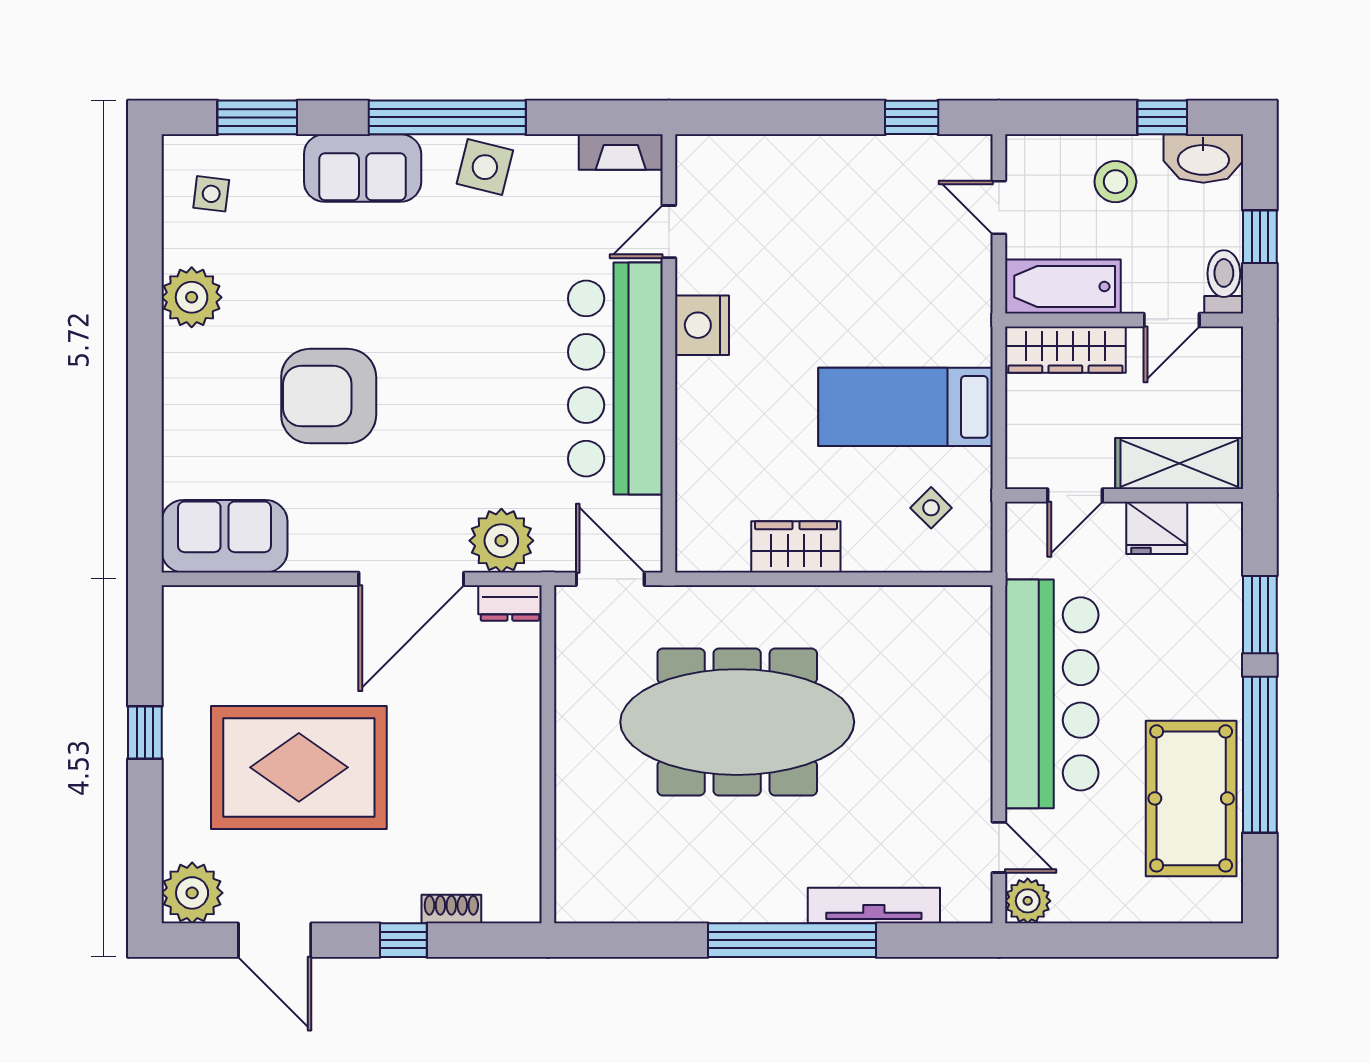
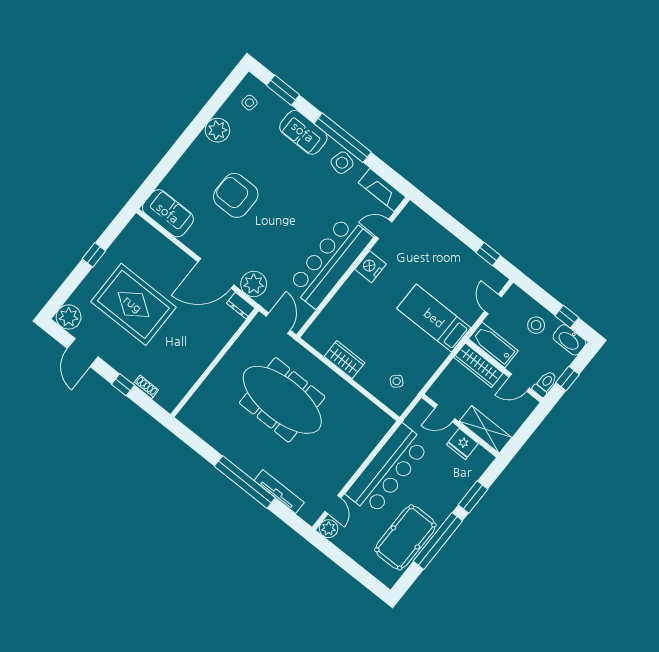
fireplace: (621, 152) -> (382, 190), width x1.37, depth x1.32
bed: (905, 407) -> (434, 318), moved

